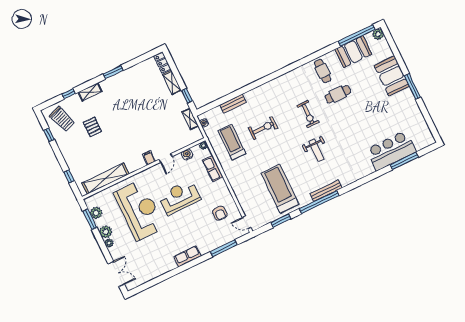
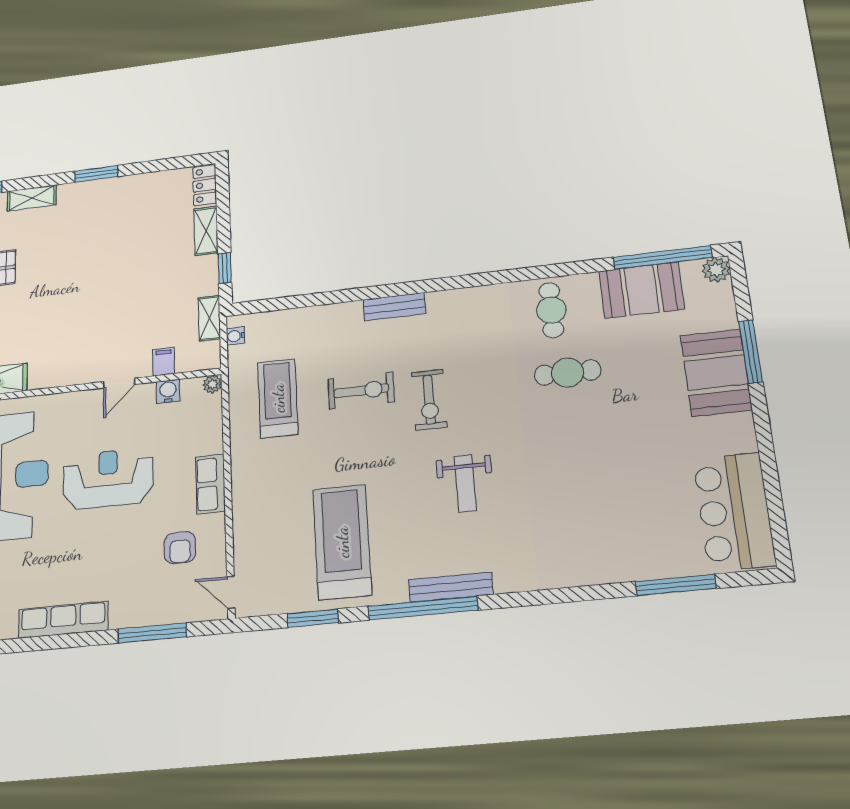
window: (412, 86) -> (751, 352), moved
bench: (233, 104) -> (394, 307), moved
exercise bike: (308, 114) -> (429, 400), moved
bar counter: (391, 151) -> (734, 512), moved, turned -90
filing cabinet: (149, 158) -> (164, 362), moved
row of seats: (213, 169) -> (211, 484), moved
row of seats: (188, 256) -> (63, 620), width x1.48

